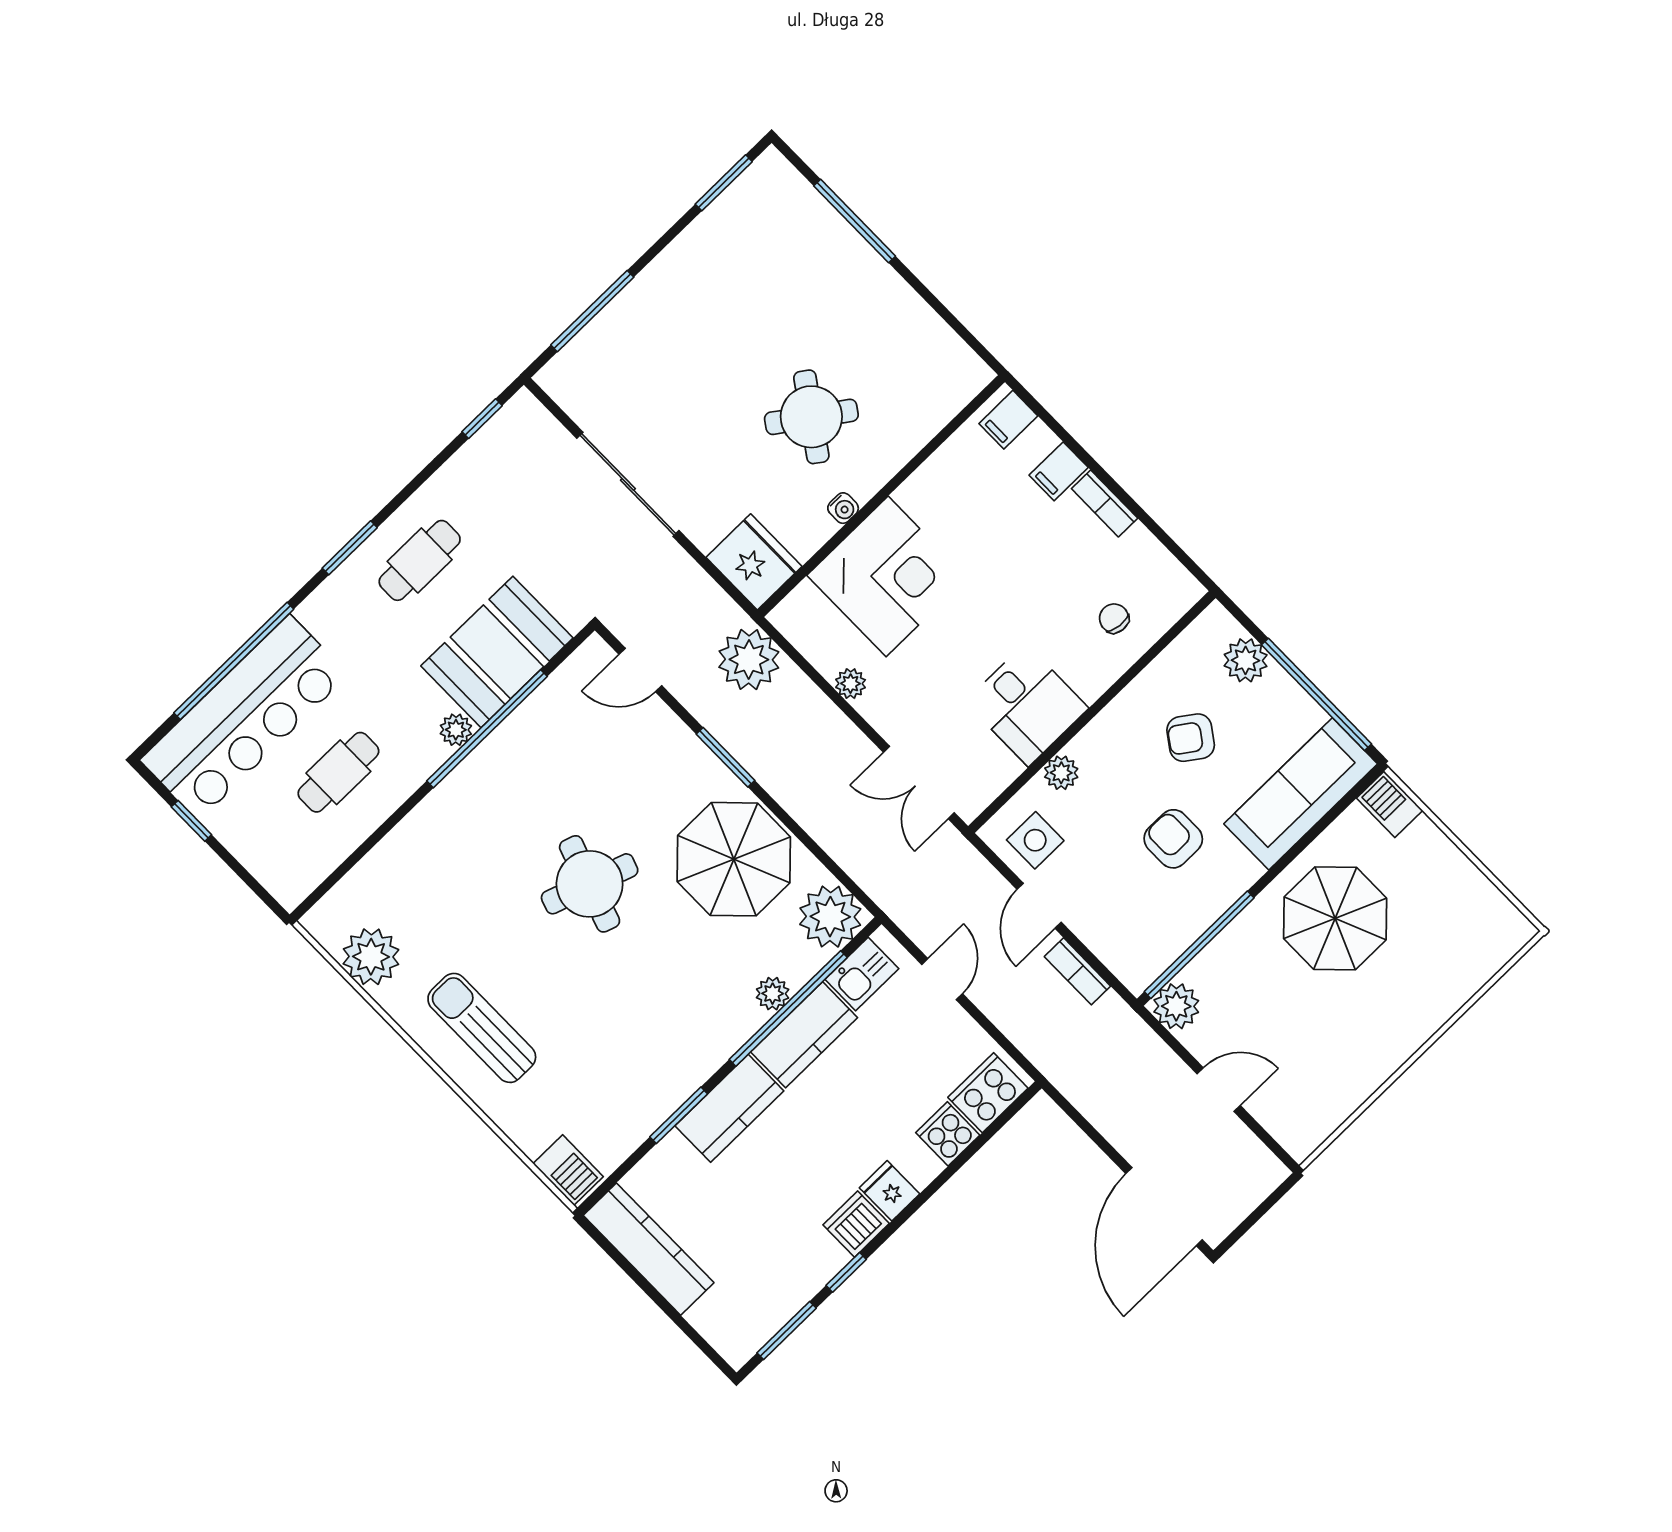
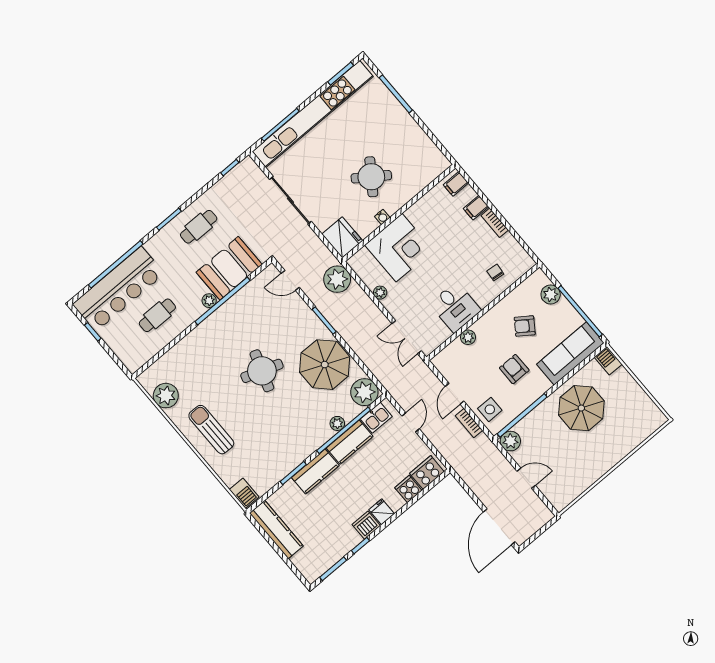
kitchen unit: (666, 281) -> (313, 114), added
side table: (1035, 840) -> (490, 409), moved

